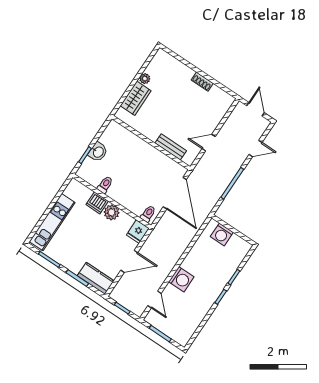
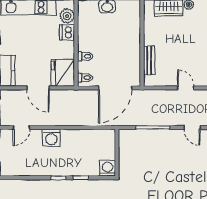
door: (209, 143) -> (186, 88), moved
toilet: (105, 185) -> (85, 56), moved
plant: (112, 212) -> (67, 16), moved
fridge: (138, 232) -> (63, 73), width x1.88, depth x1.34
washing machine: (222, 234) -> (107, 168), moved, turned 90

